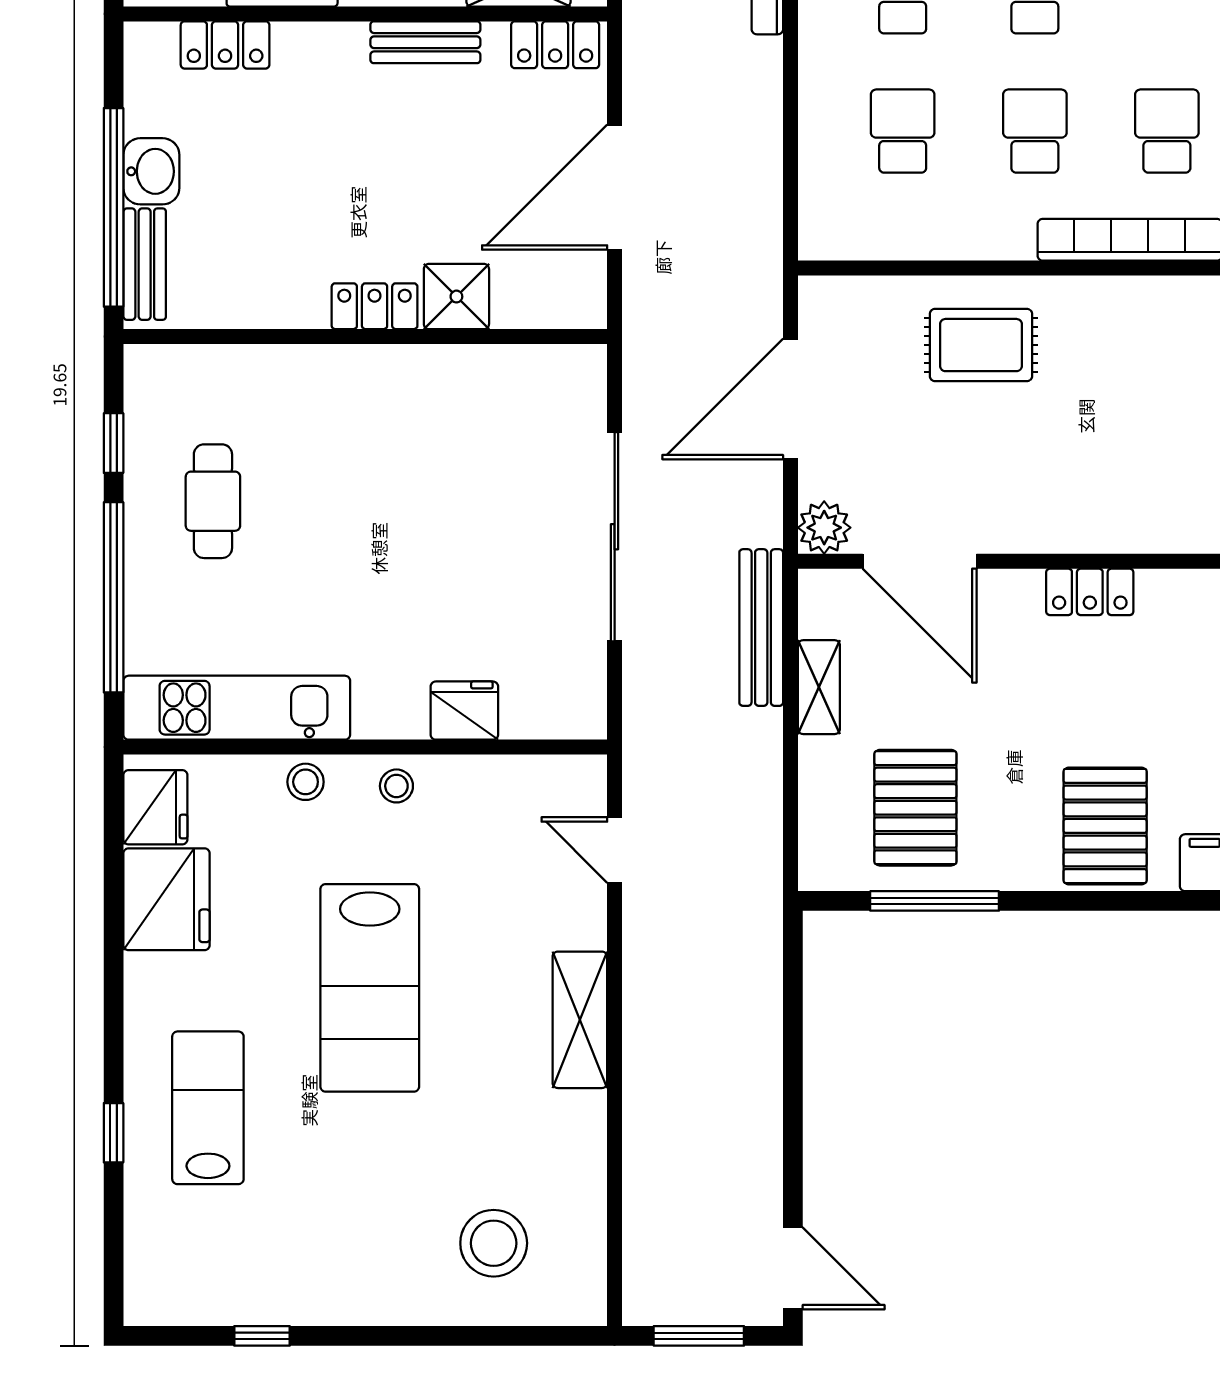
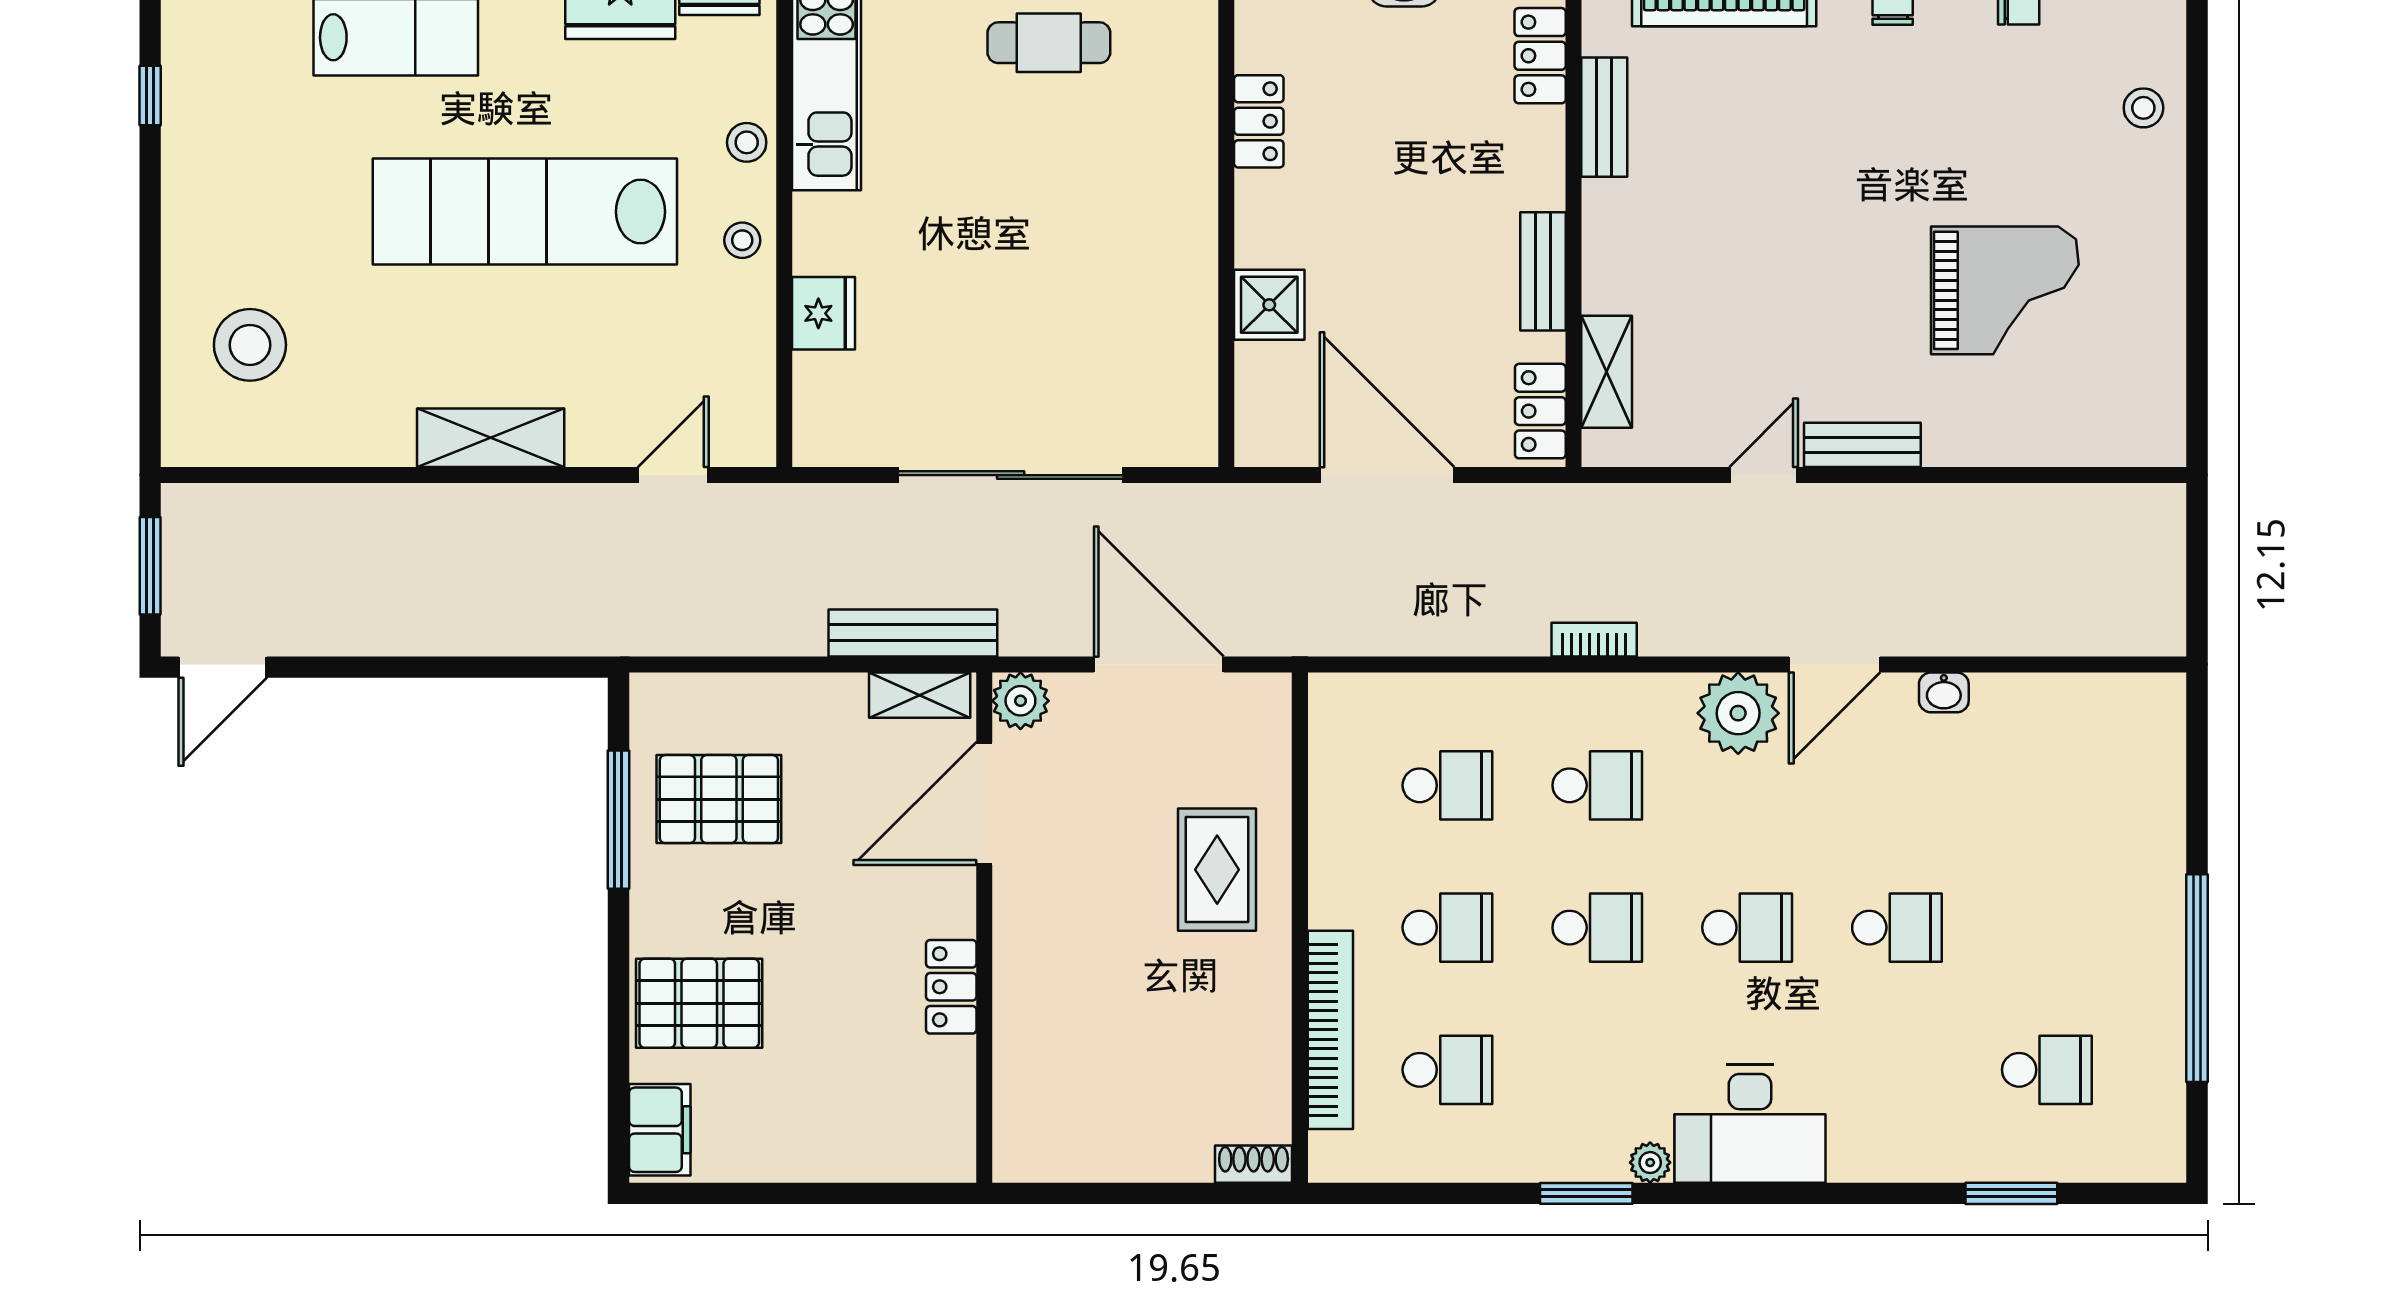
locker: (375, 306) -> (1259, 121), moved
shelving: (819, 687) -> (920, 695), moved
lab bench: (370, 988) -> (525, 212), width x1.36

